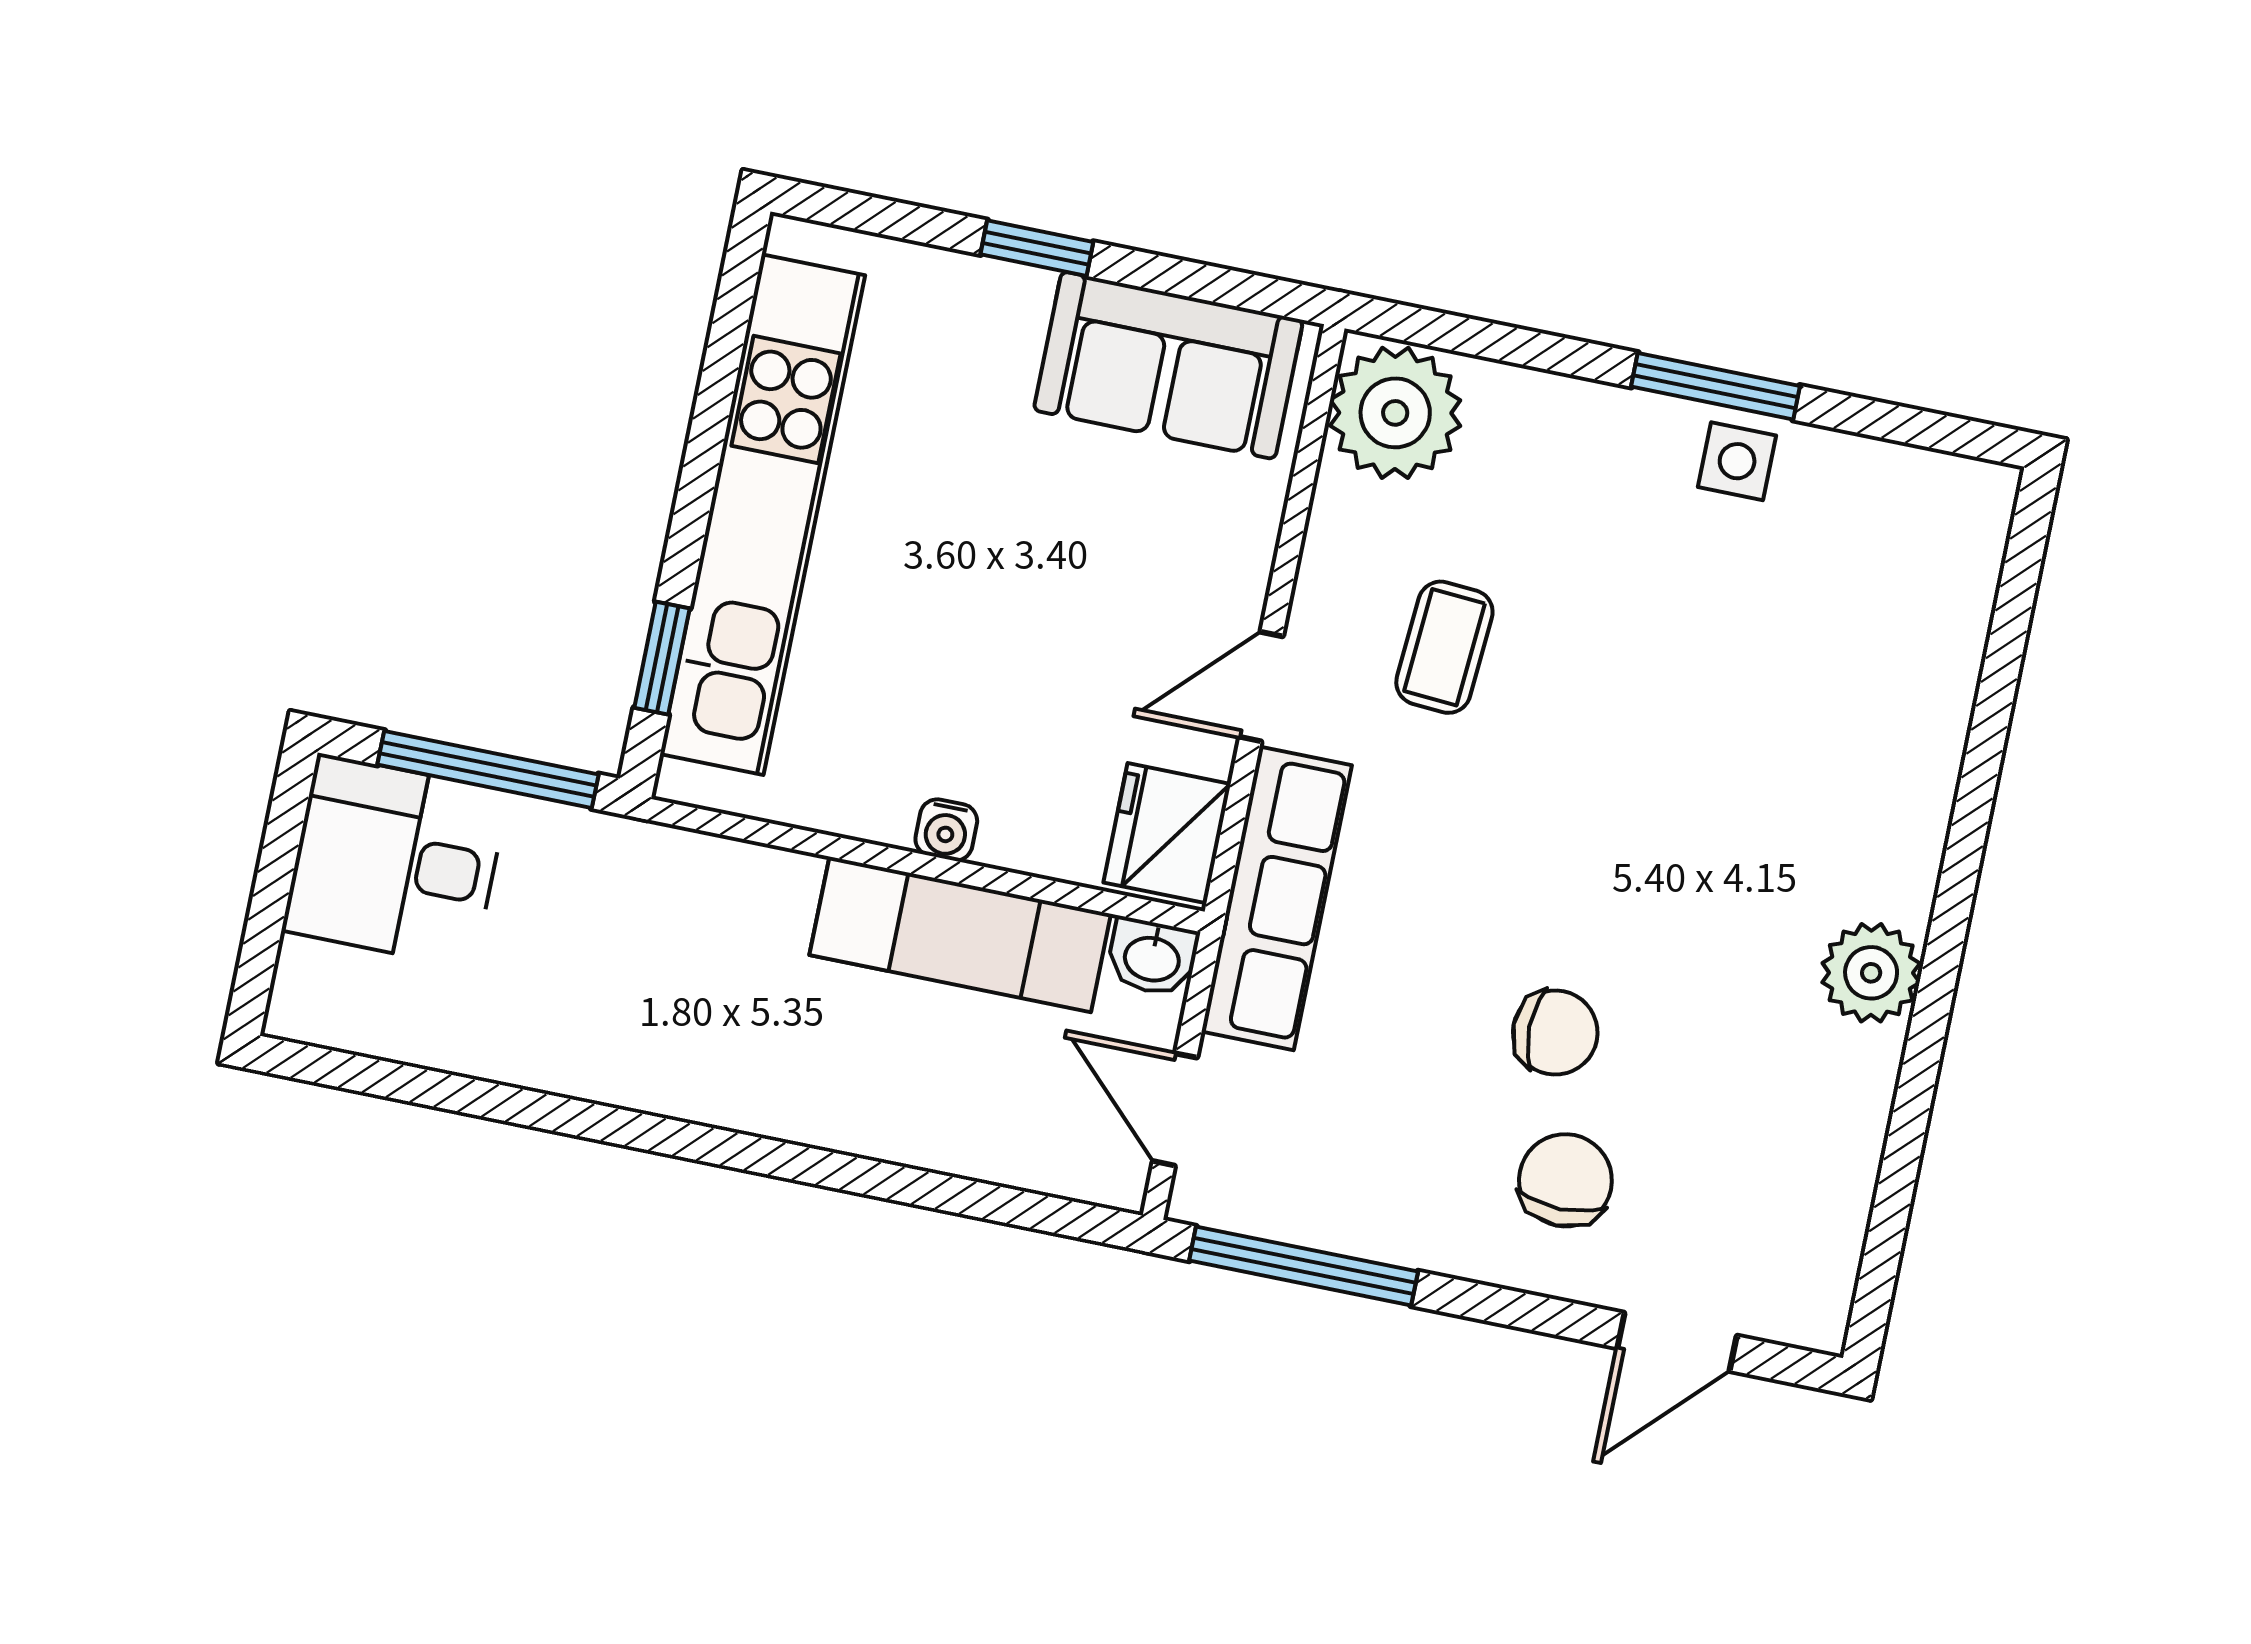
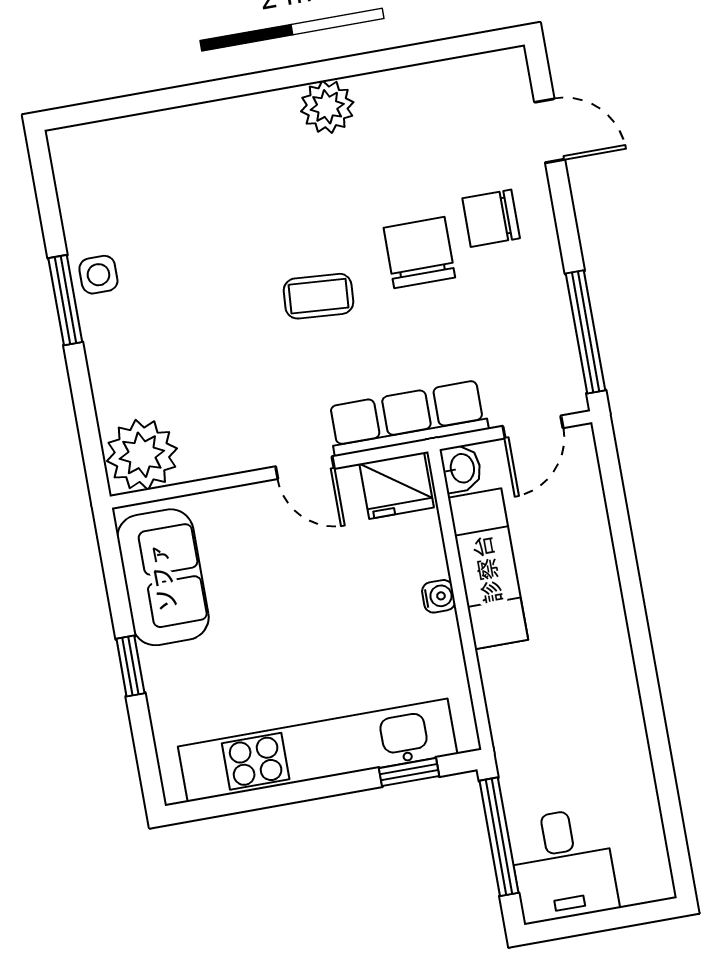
coffee table: (1444, 647) -> (318, 296), moved
chair: (1555, 1033) -> (419, 253), width x1.37, depth x1.37

